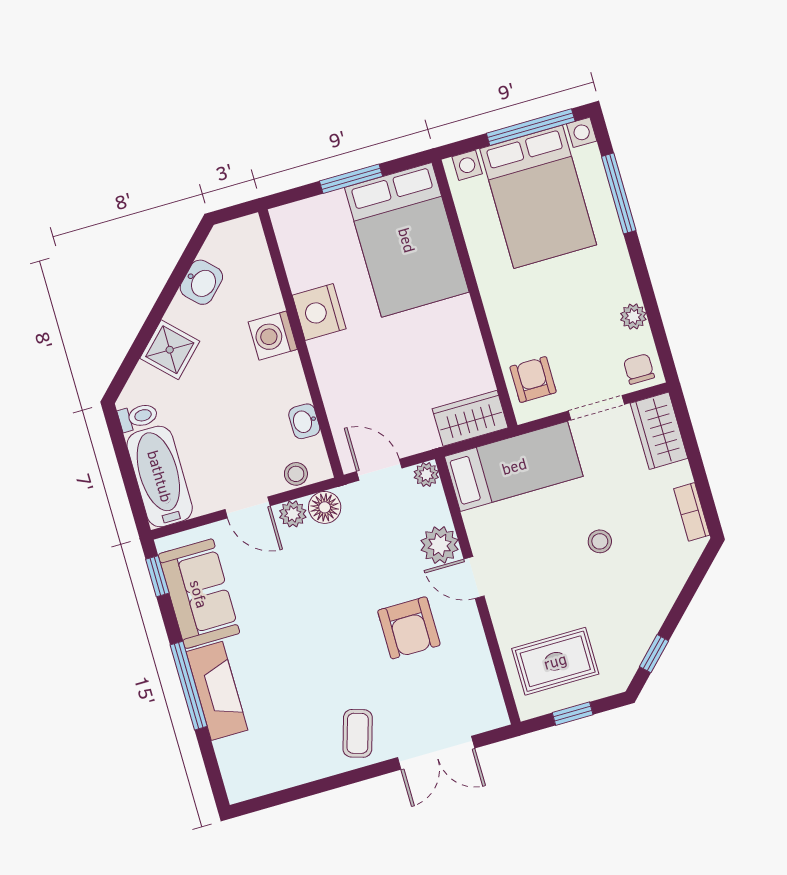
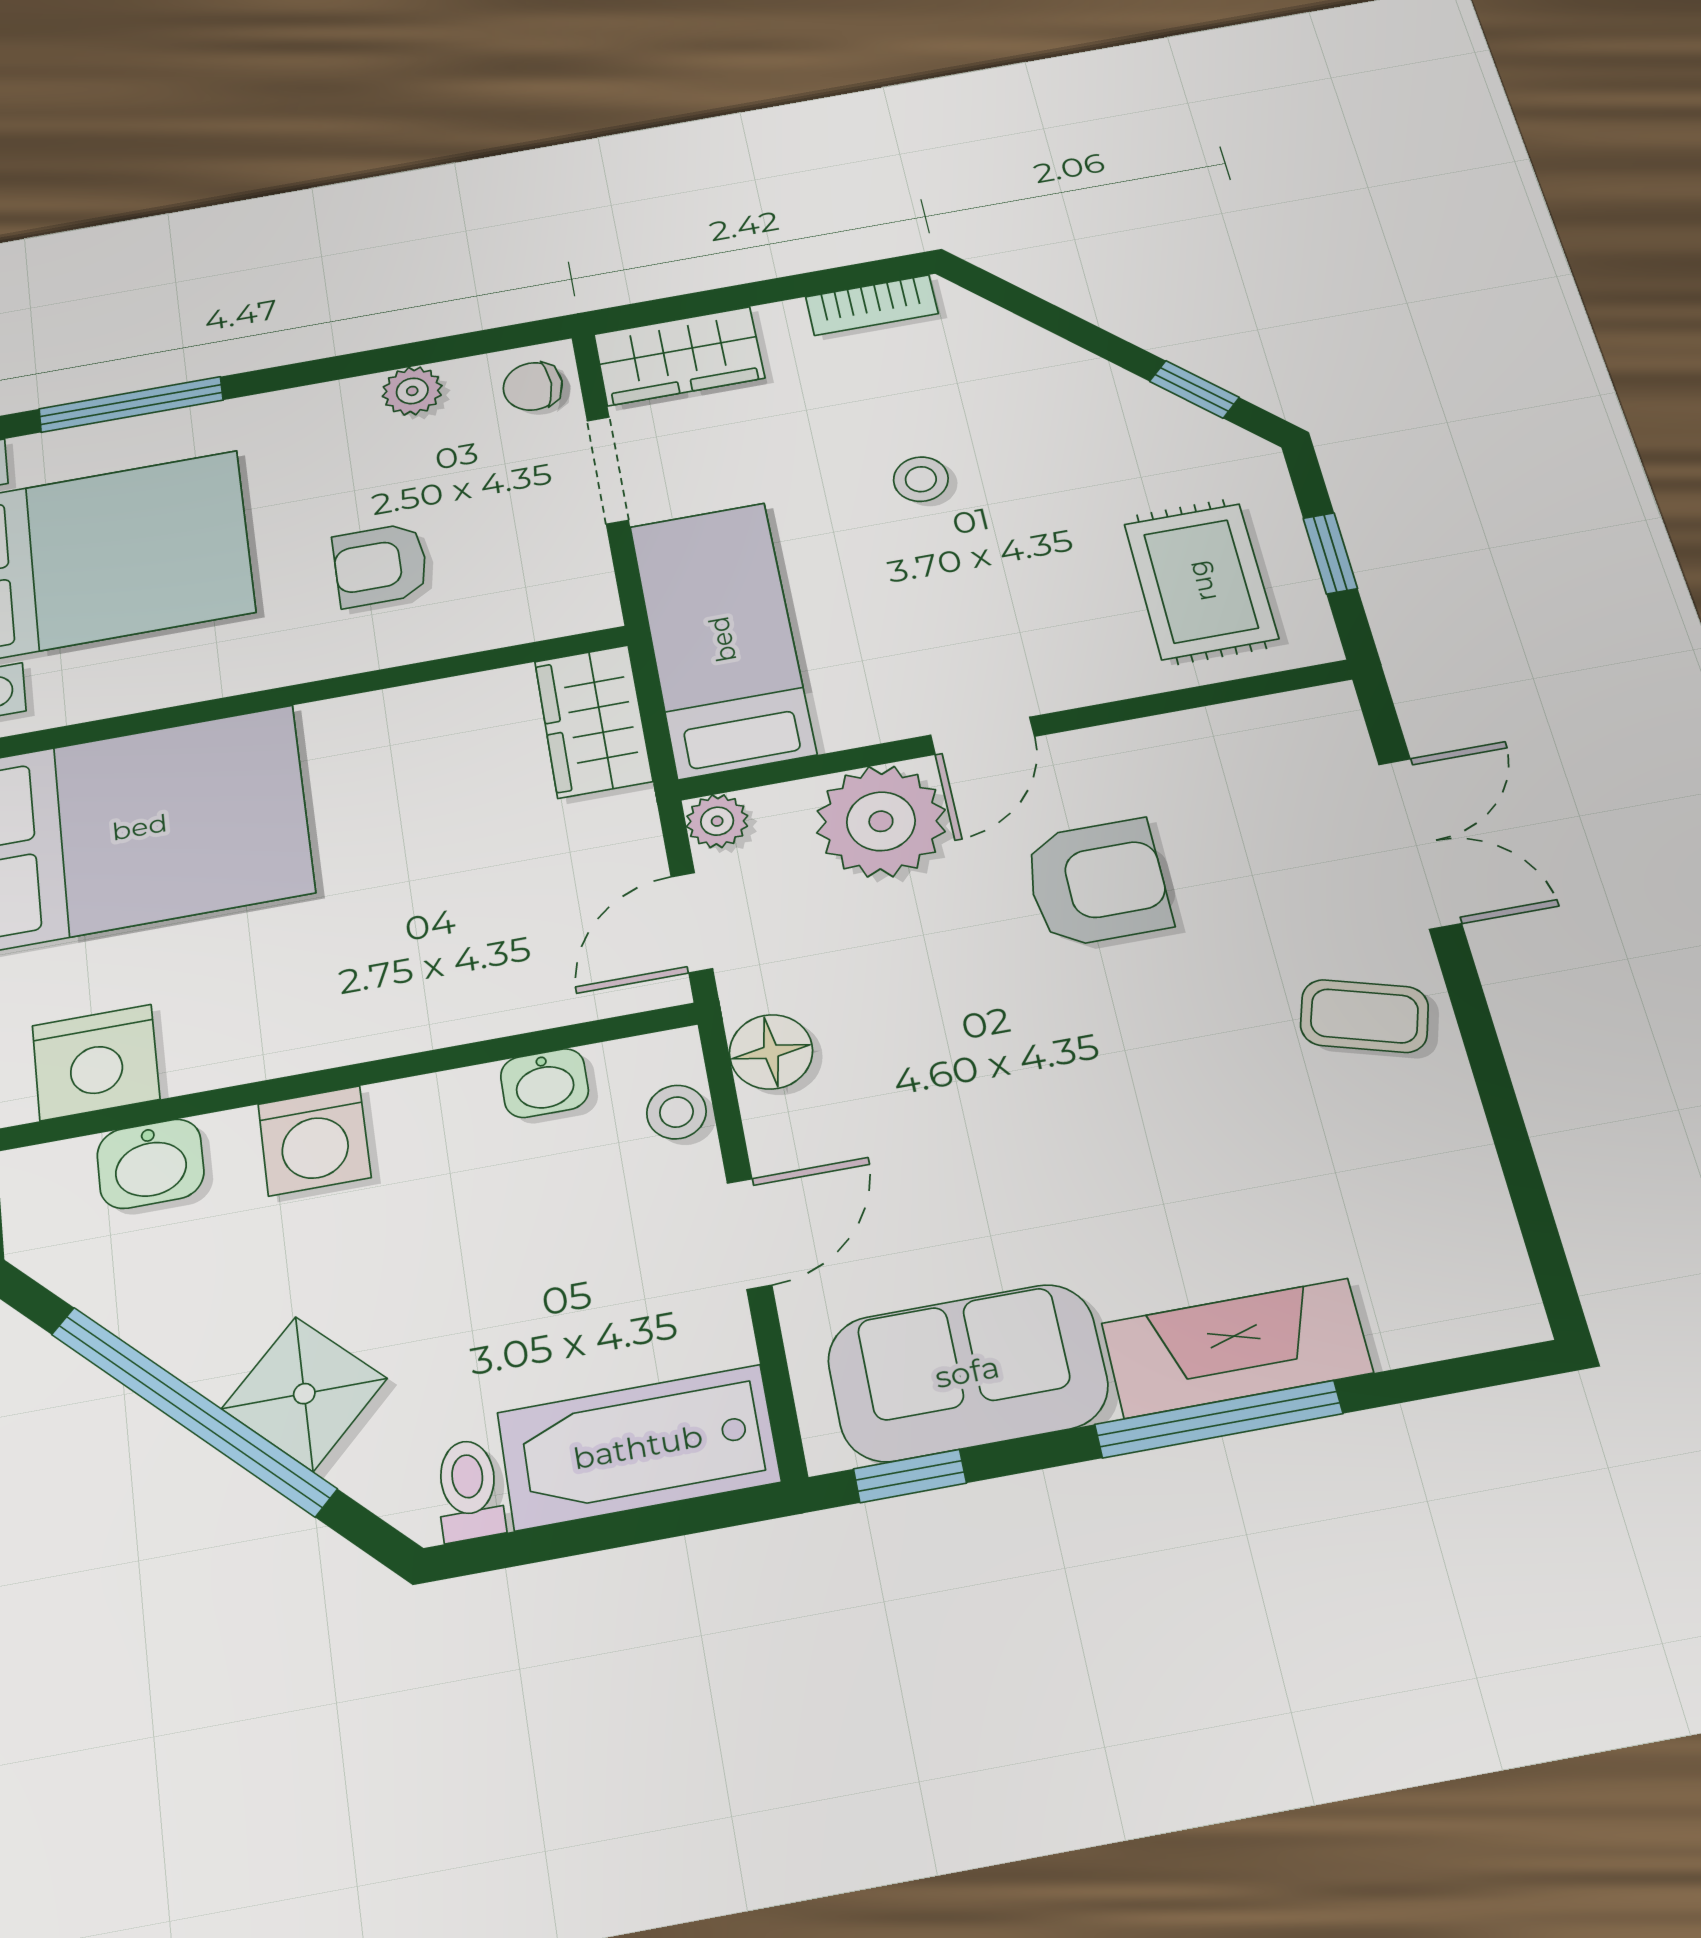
washbasin: (201, 282) -> (150, 1164), moved, turned 135
window: (159, 309) -> (192, 1411), added
nightstand: (319, 312) -> (96, 1062), moved
armchair: (533, 379) -> (380, 565), moved
plant: (293, 514) -> (779, 1127), removed
plant: (440, 545) -> (881, 821), width x1.36, depth x1.36

